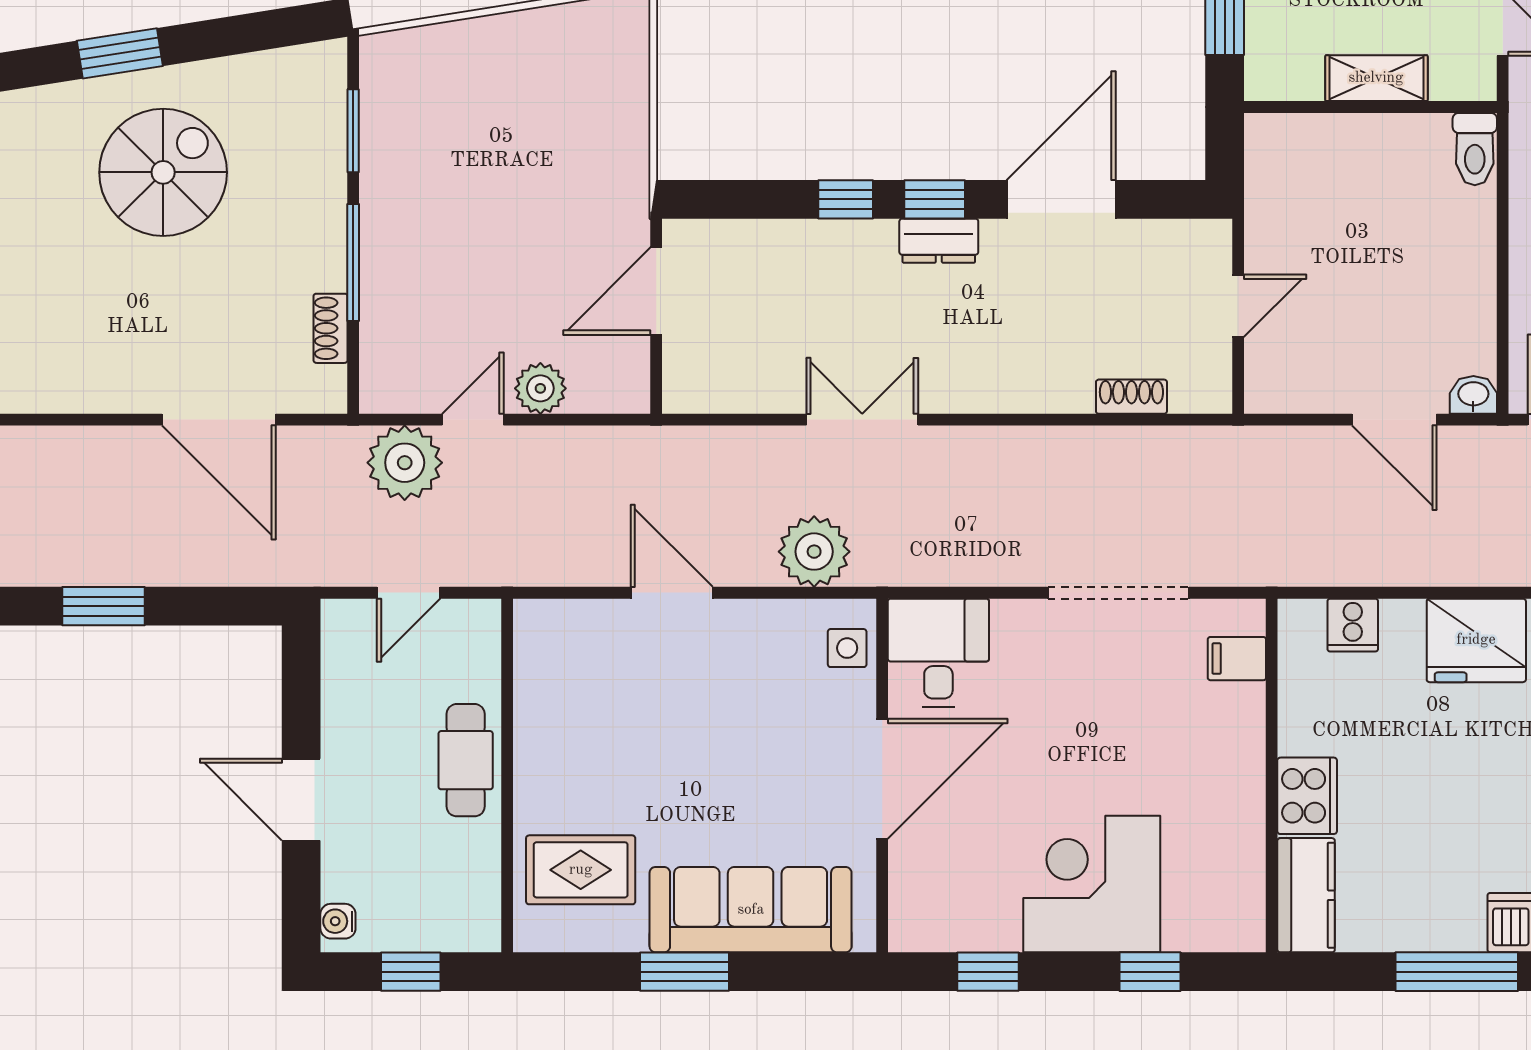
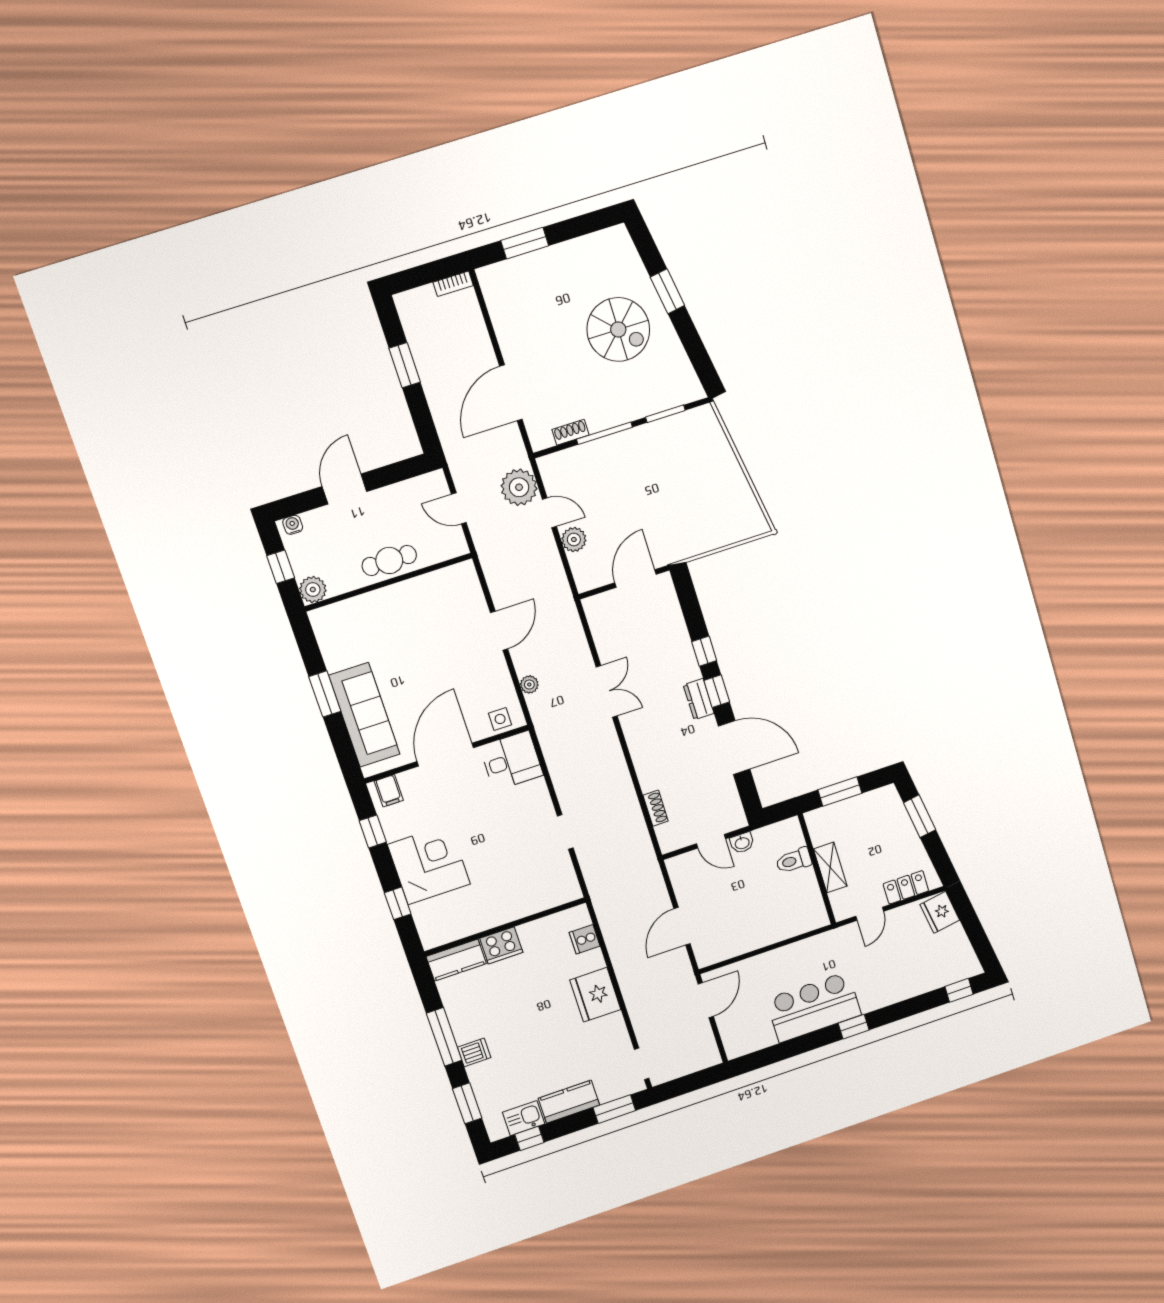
toilet: (1475, 149) -> (794, 861), moved
door: (656, 291) -> (636, 578), hinge flipped
washbasin: (1473, 395) -> (742, 843), moved, turned 90
plant: (814, 552) -> (529, 685), width x0.53, depth x0.53
doorway: (1118, 593) -> (565, 832), width x0.53
filing cabinet: (1237, 659) -> (389, 791), moved, turned 180
door: (882, 779) -> (445, 755), swing flipped
rug: (581, 870) -> (356, 631), removed
plant: (474, 925) -> (313, 590), added

